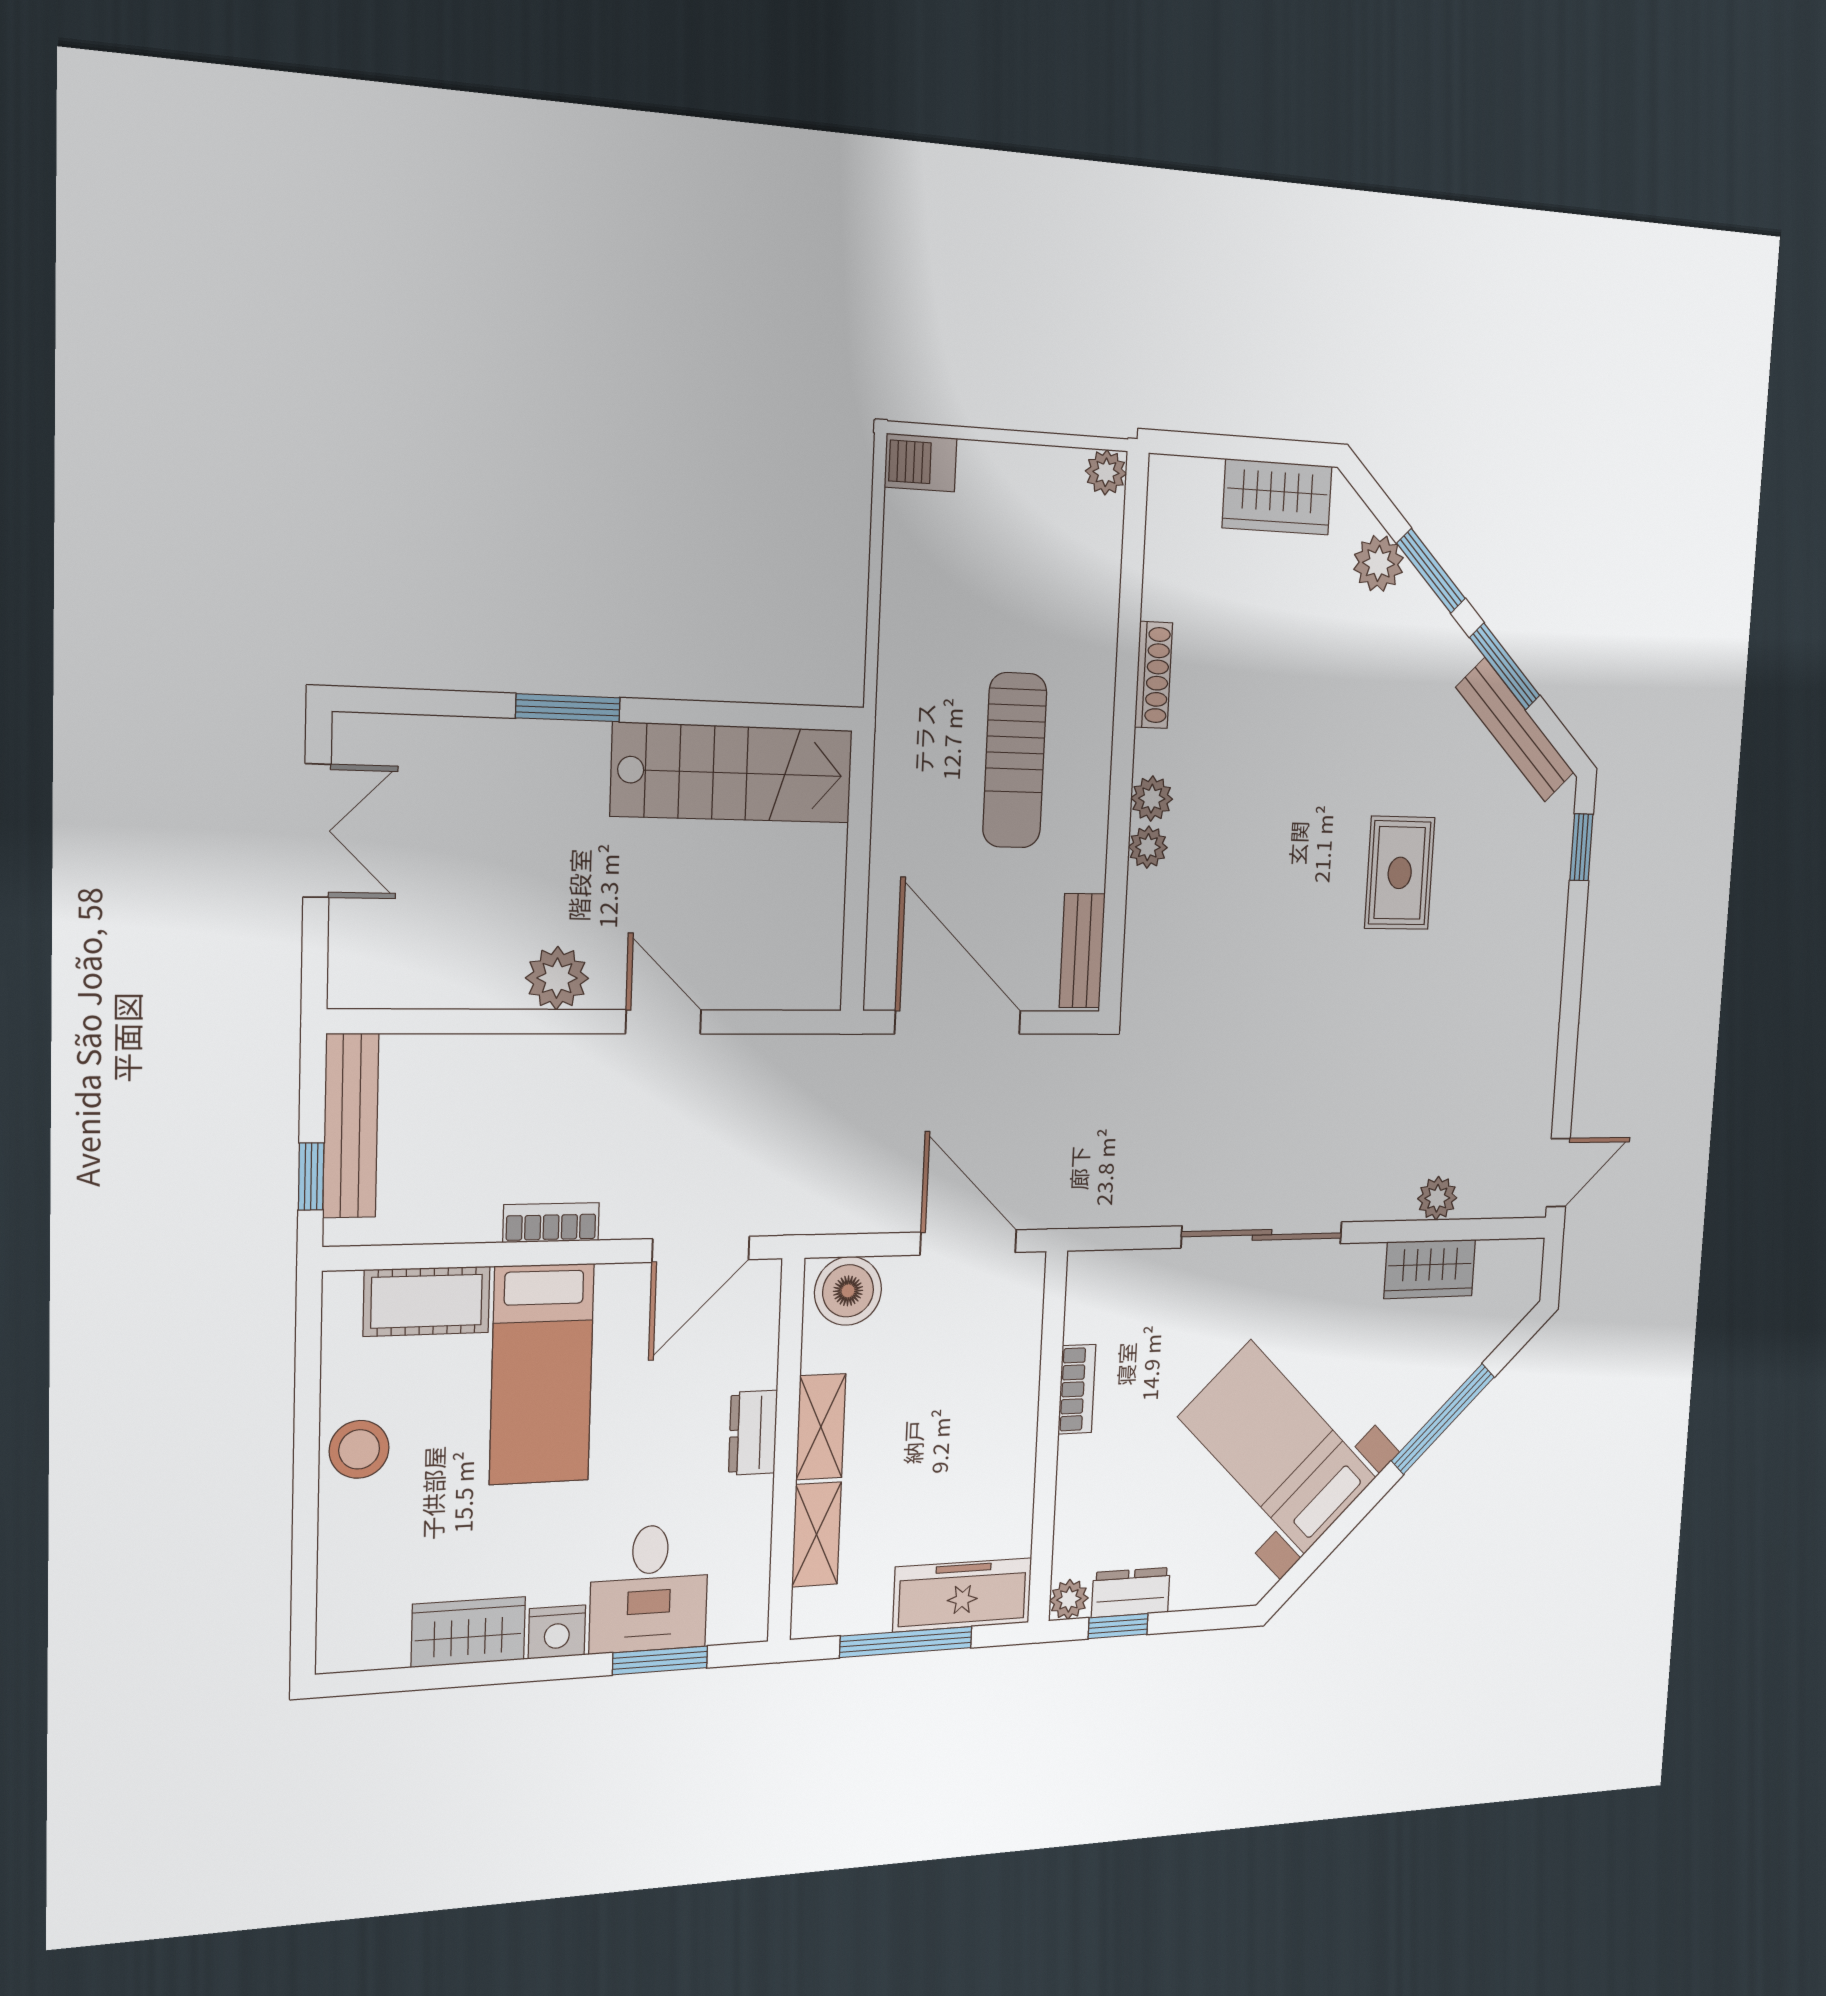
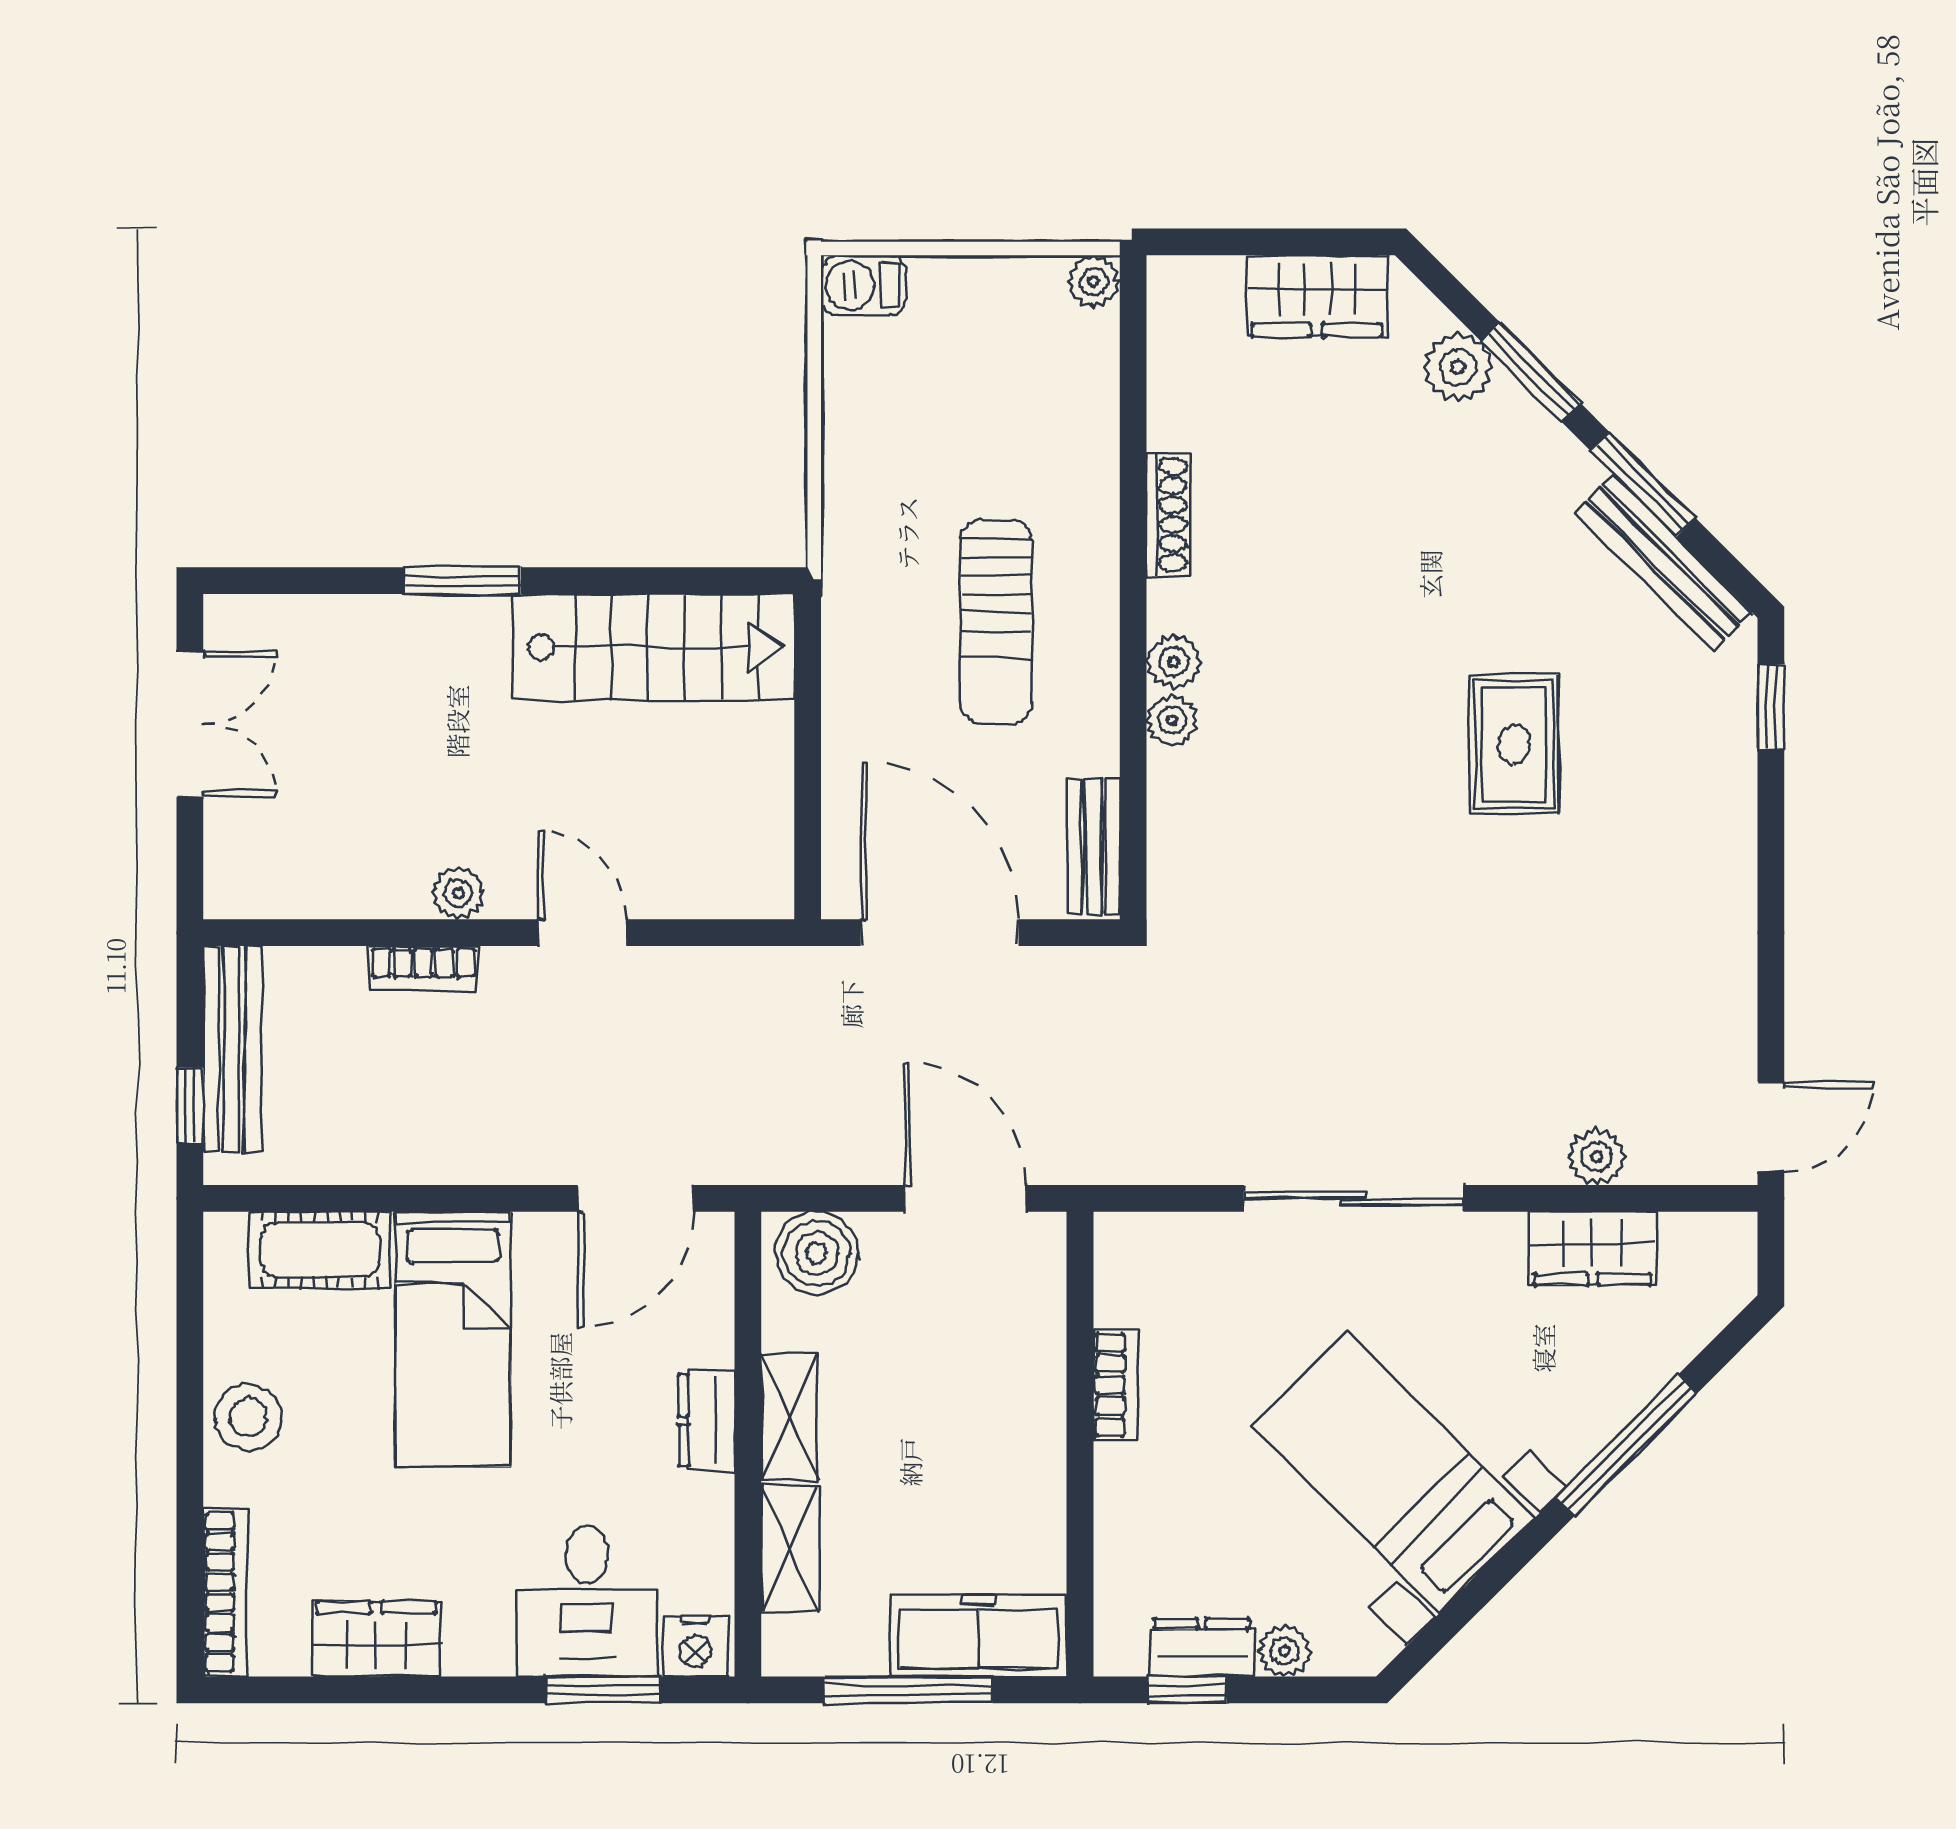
plant: (557, 978) -> (458, 893), width x0.73, depth x0.73
bookcase: (551, 1223) -> (424, 968), moved, turned 180
plant: (1069, 1599) -> (1284, 1651), moved
bookcase: (335, 1601) -> (225, 1592), added
nightstand: (557, 1632) -> (695, 1646), moved

